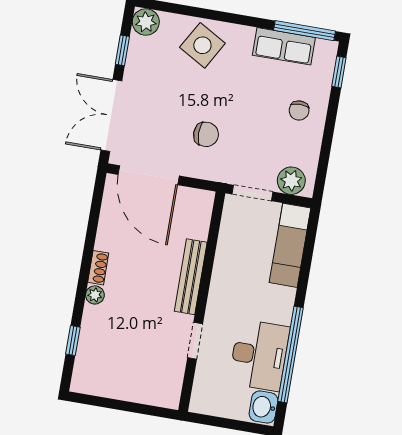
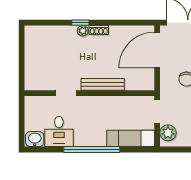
window: (73, 341) -> (80, 23), moved
window: (291, 354) -> (92, 150), moved
desk: (259, 355) -> (59, 132), width x0.73

